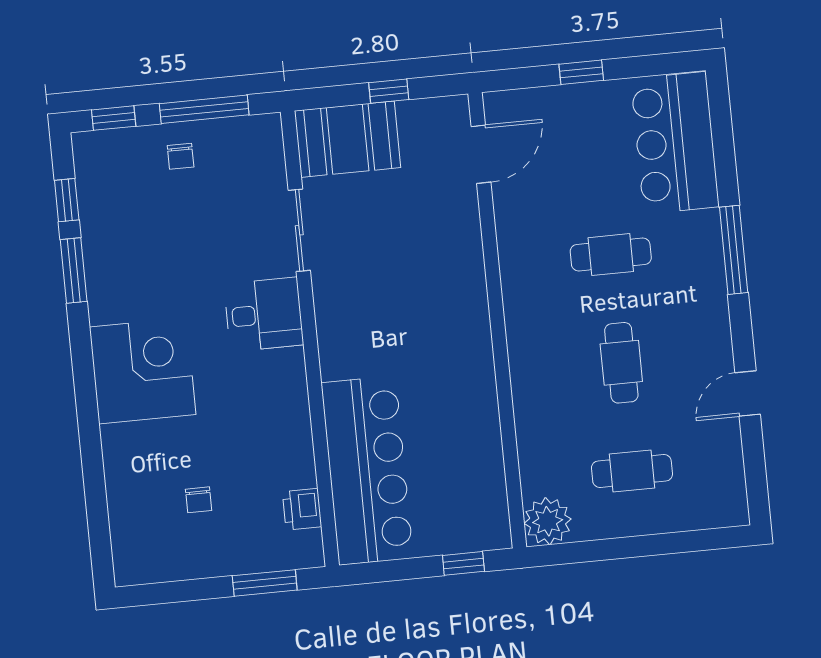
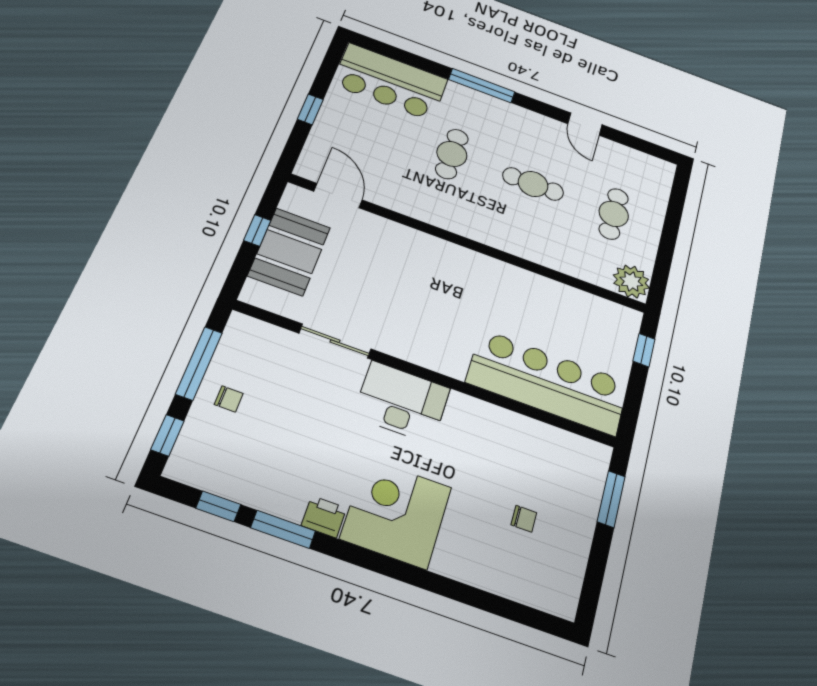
booth: (348, 139) -> (289, 252), moved
desk: (264, 314) -> (402, 402), width x1.37
printer: (302, 509) -> (324, 517), moved, turned 180

